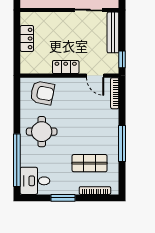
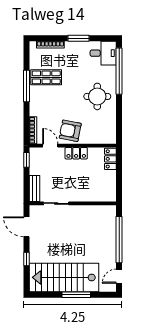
bench: (113, 32) -> (35, 189), width x0.73
locker: (27, 39) -> (110, 159), moved
armchair: (42, 93) -> (70, 131), moved
shop shelf: (90, 163) -> (46, 77), moved

